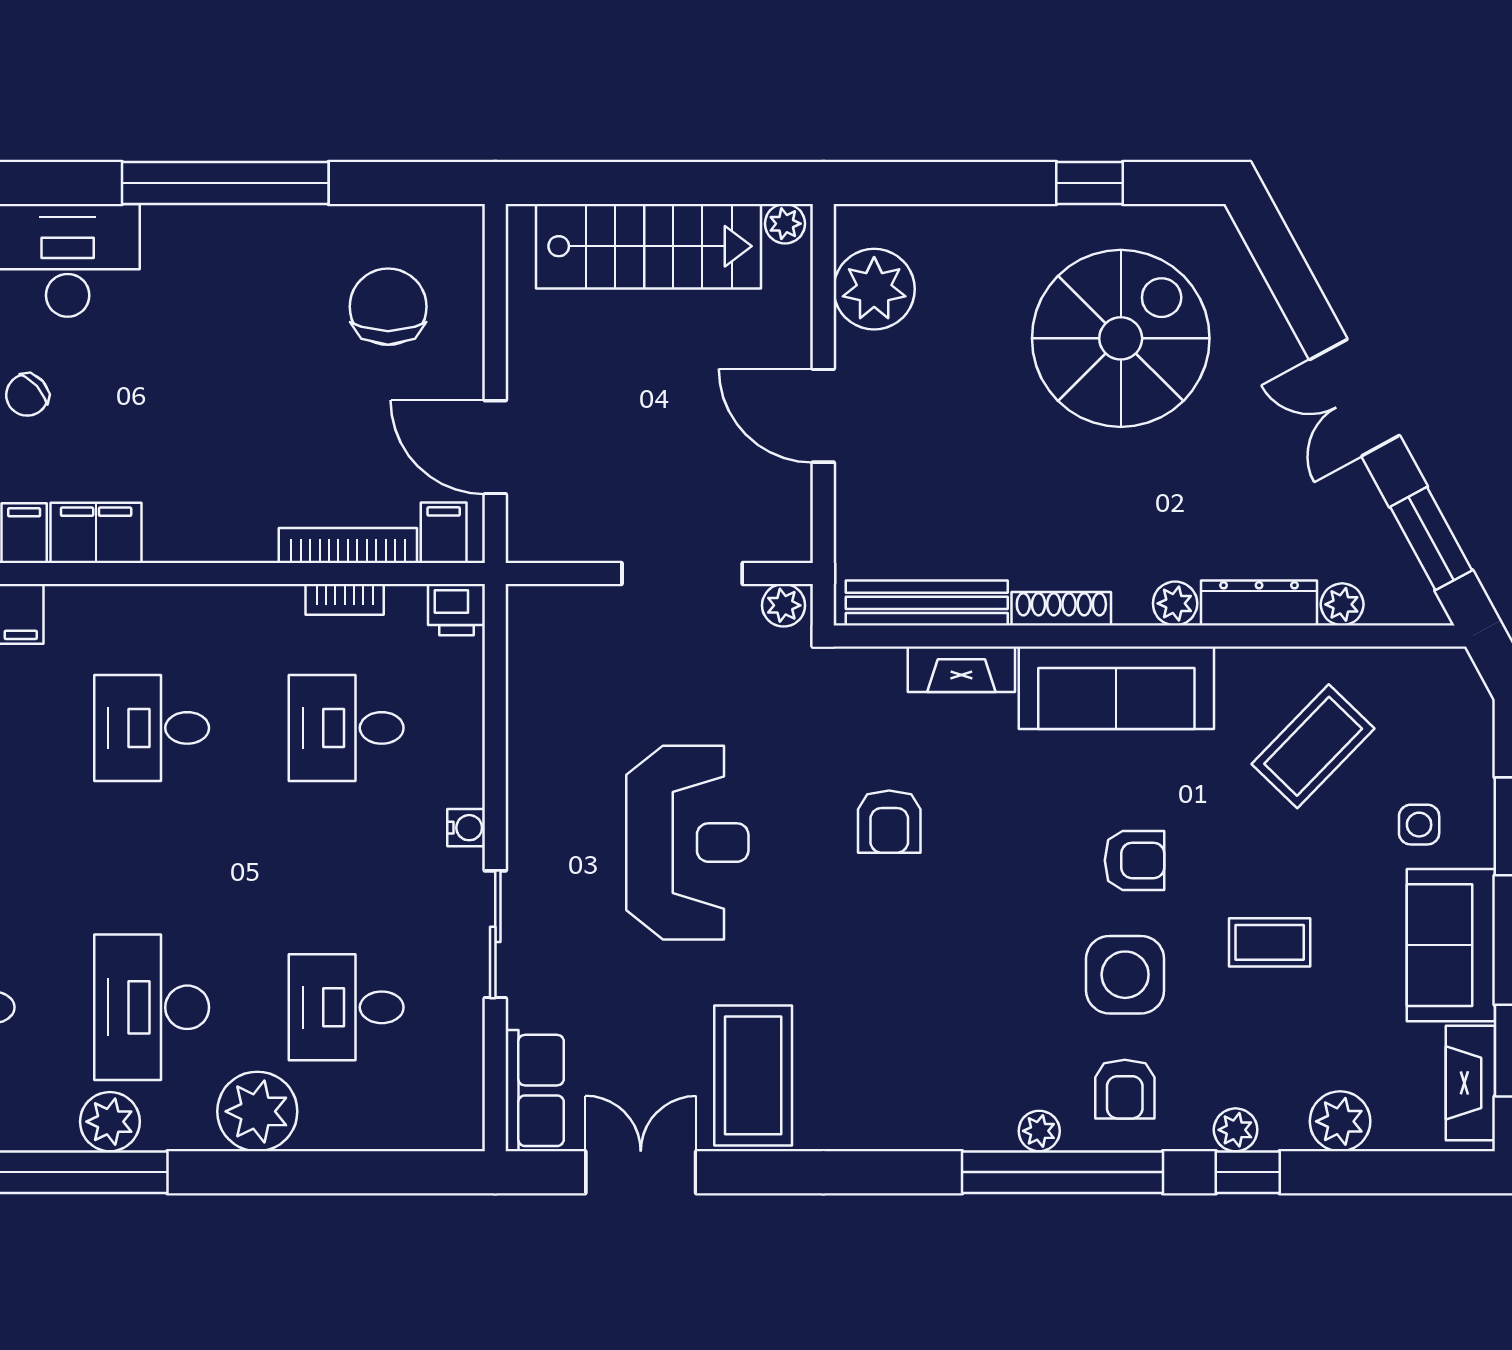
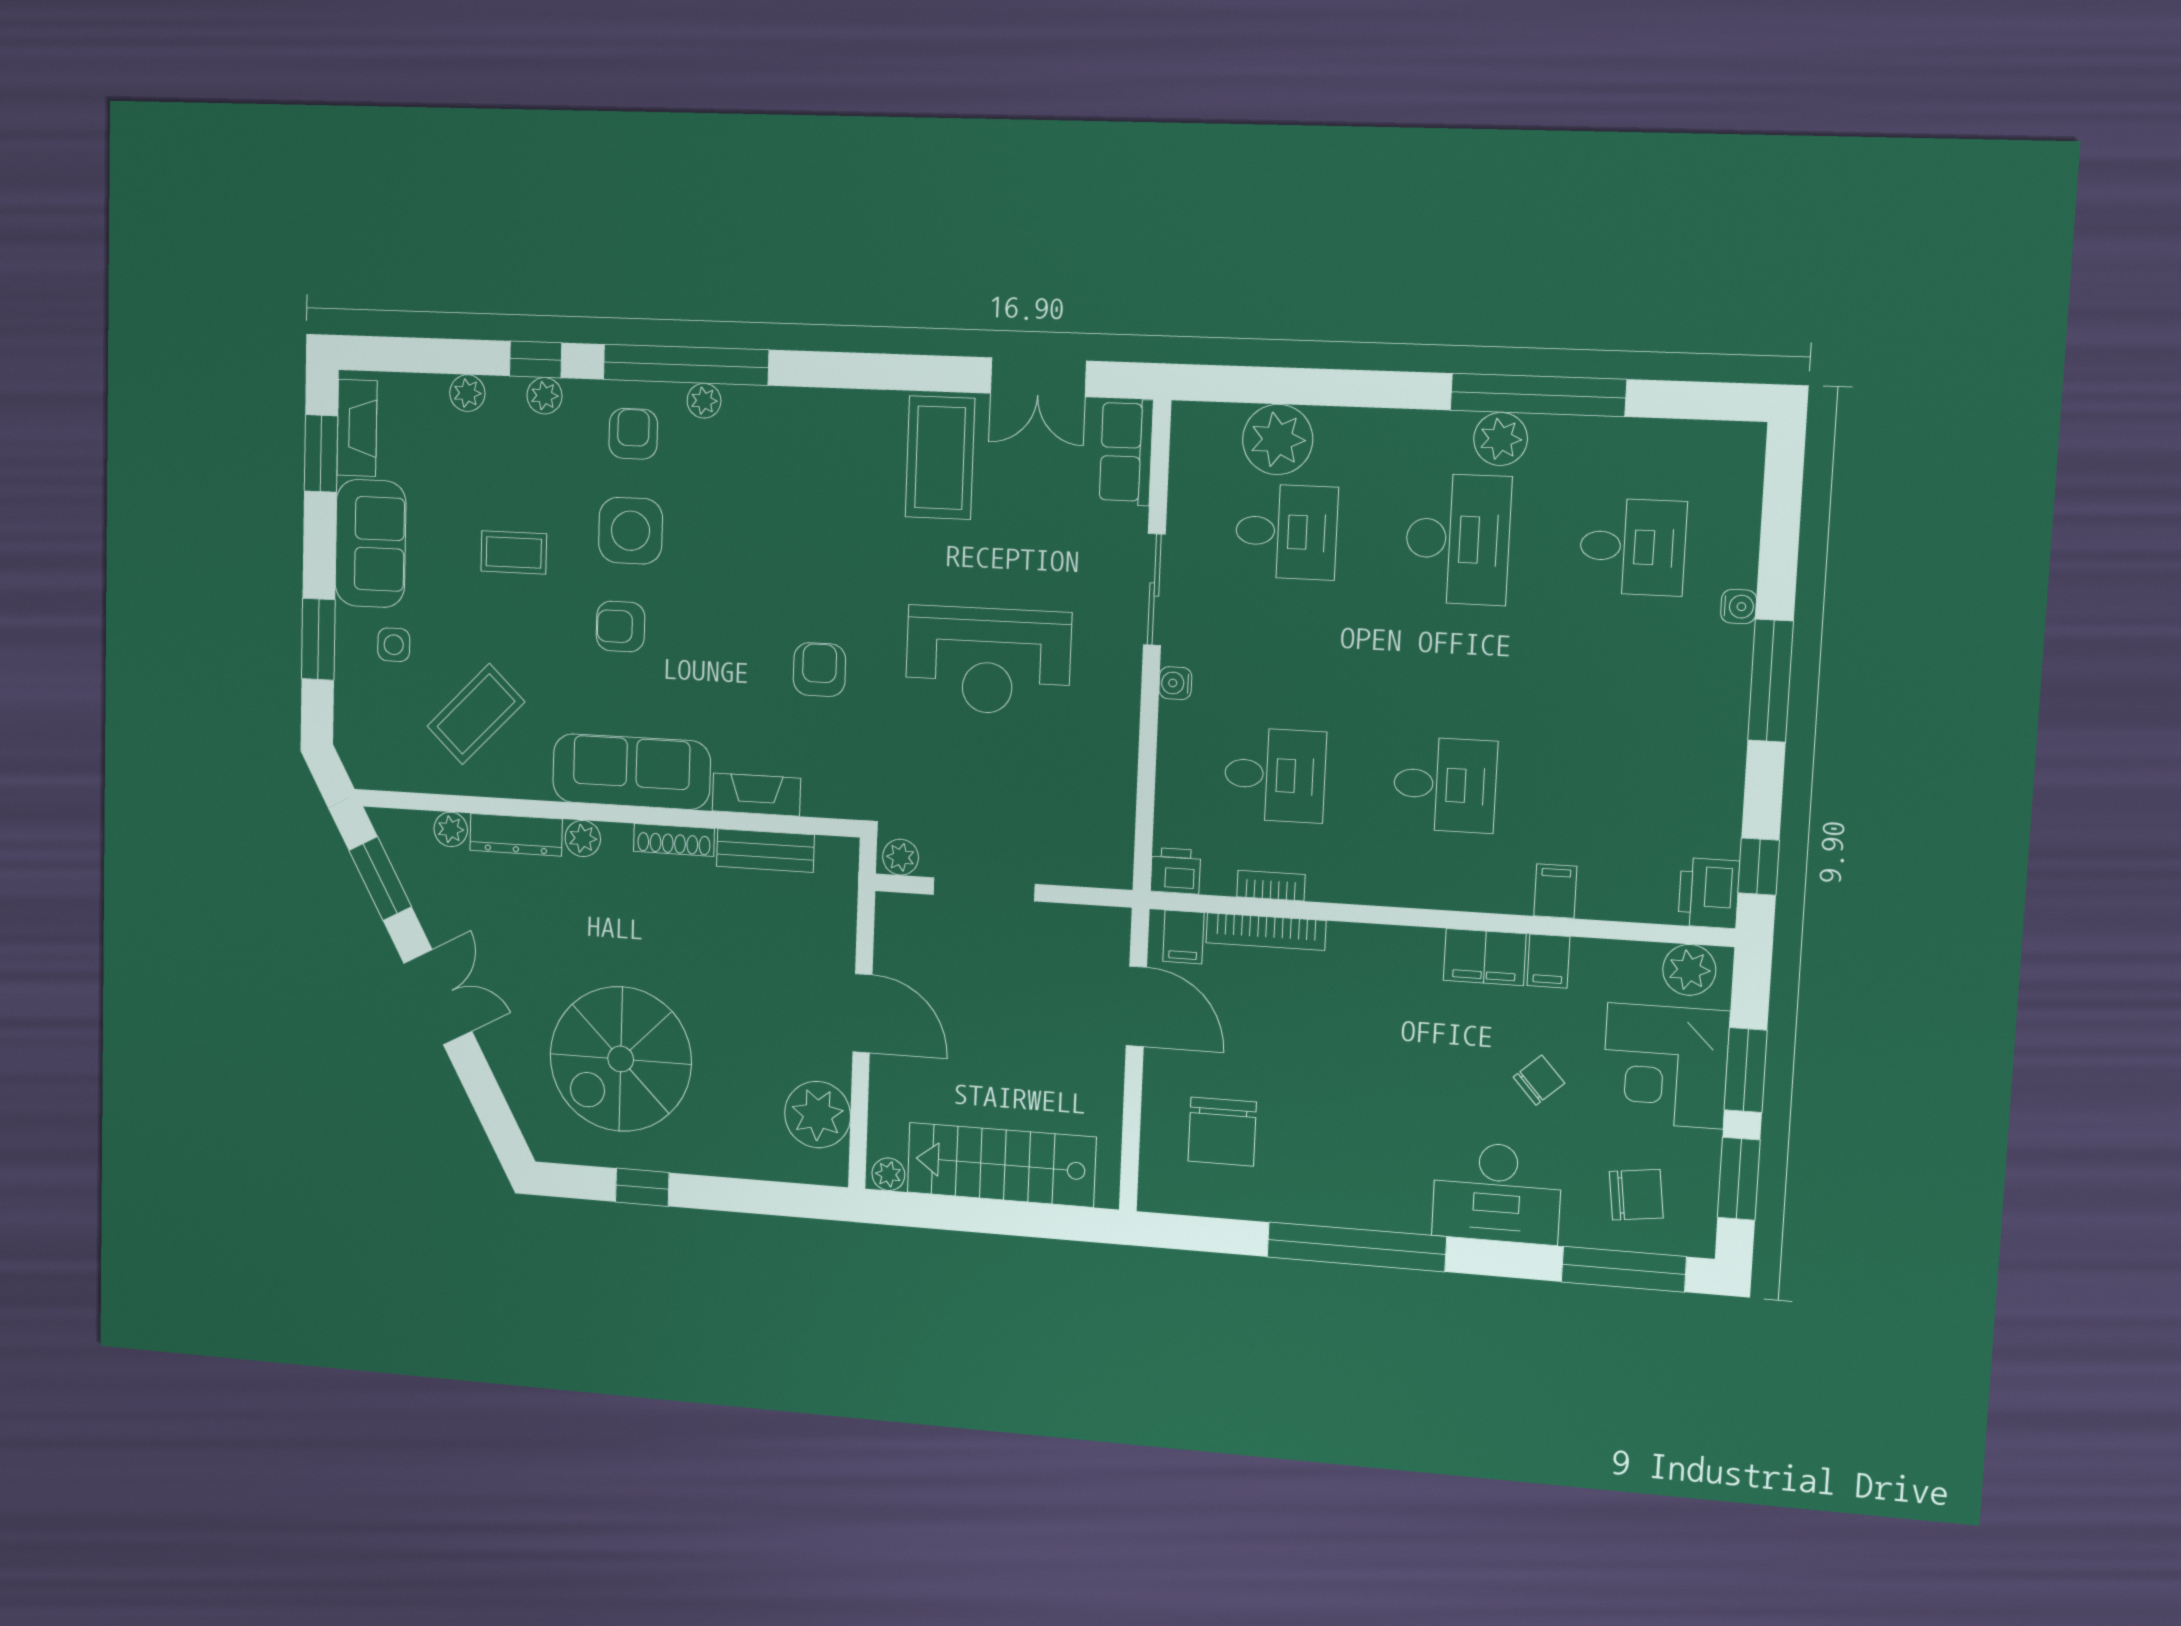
bench: (927, 603) -> (765, 851), width x0.73
reception desk: (687, 843) -> (988, 661), turned -90
plant: (257, 1111) -> (1278, 439), moved
plant: (1340, 1121) -> (467, 393), width x0.73, depth x0.73

